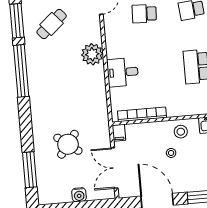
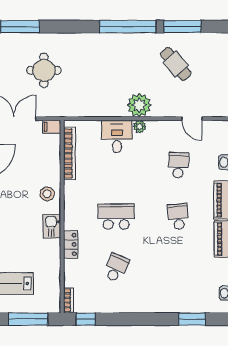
plant: (112, 52) -> (140, 126), added
round table: (68, 144) -> (44, 70), turned -37
stool: (171, 153) -> (25, 181), removed

